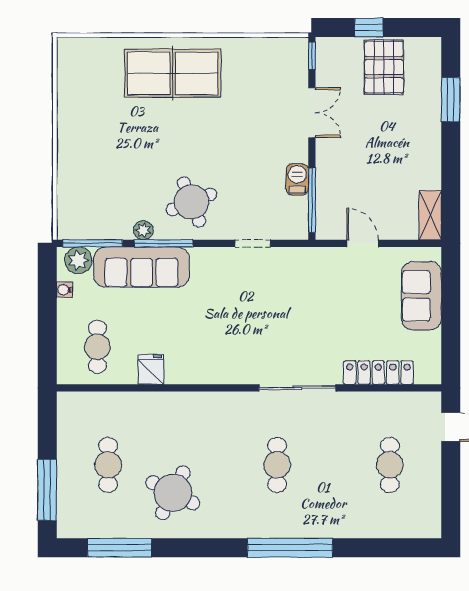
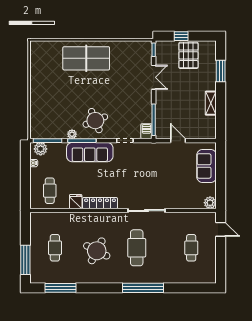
barbecue: (297, 179) -> (146, 131), moved
shelving: (430, 215) -> (211, 103), moved
sofa: (141, 267) -> (90, 152), moved
plant: (429, 372) -> (210, 203), added
locker: (378, 373) -> (100, 203), moved
cafe table: (277, 465) -> (137, 248), width x1.37, depth x1.35
round table: (173, 493) -> (97, 251), moved

